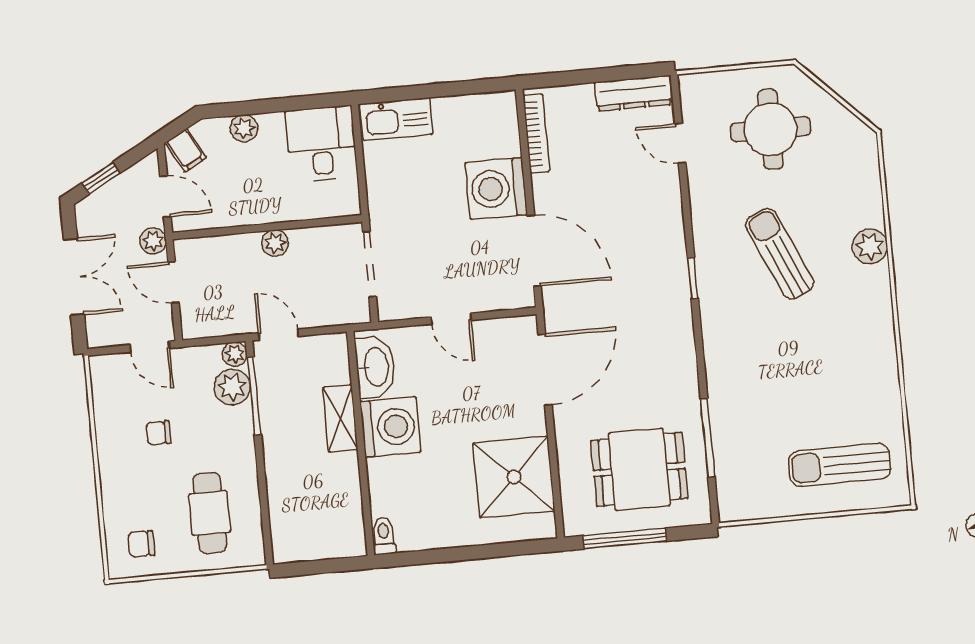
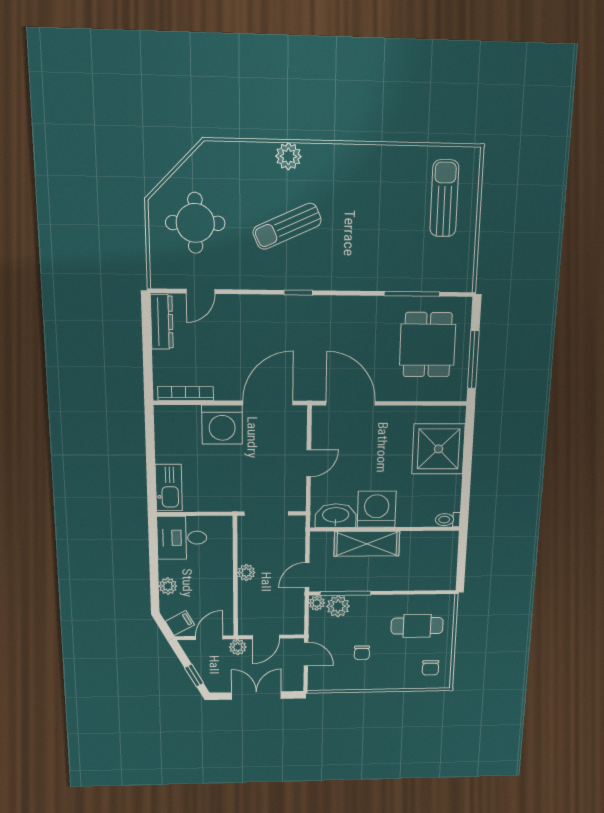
door: (150, 347) -> (306, 654), hinge flipped
shelving: (340, 418) -> (367, 544), width x1.50, depth x1.33
sun lounger: (840, 465) -> (444, 198), turned 180
shower: (514, 477) -> (438, 449), moved

